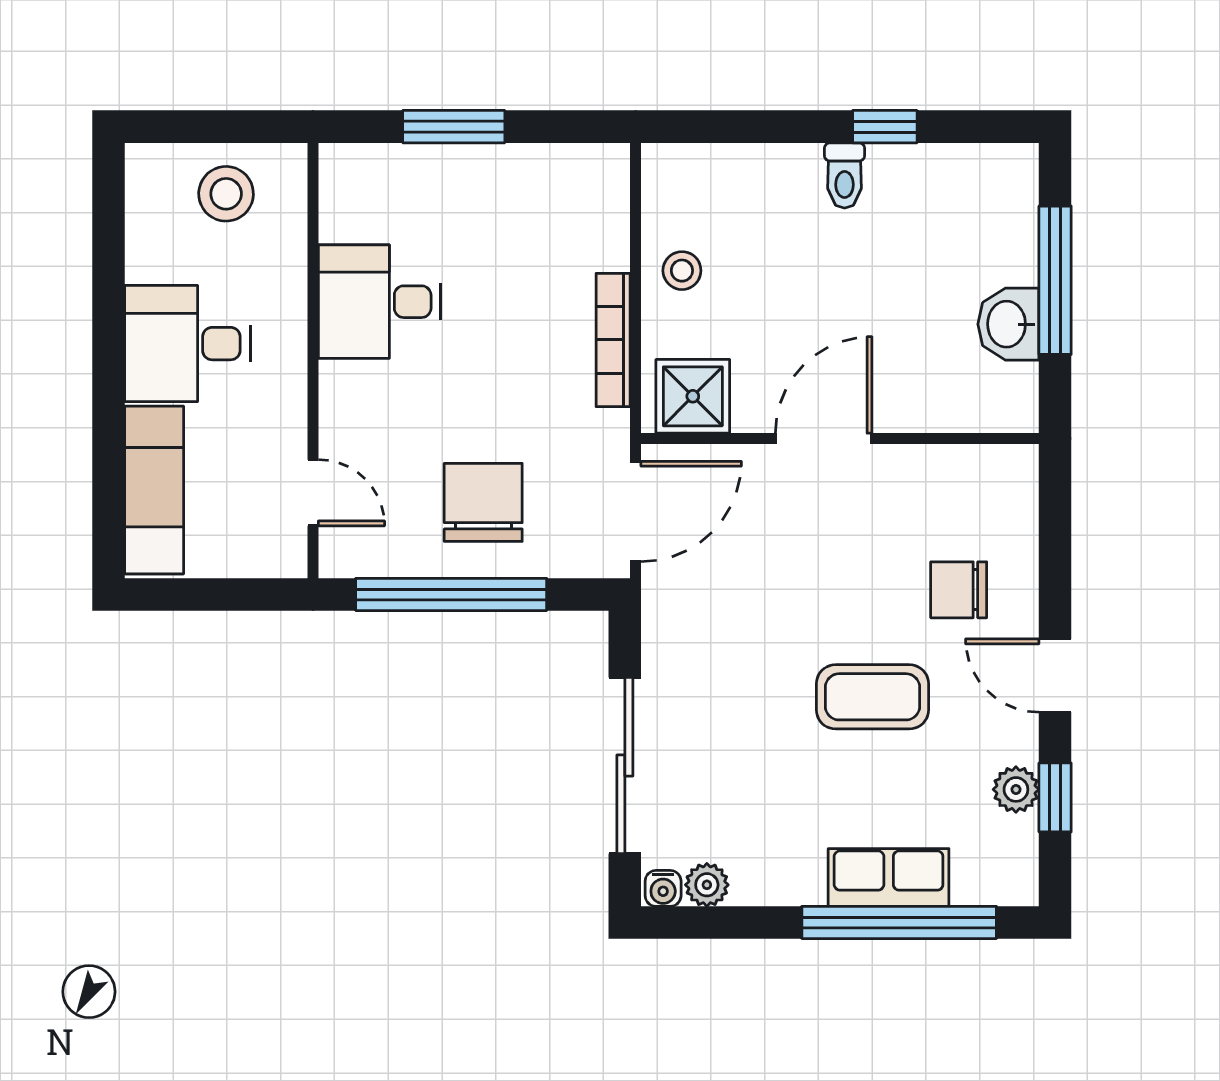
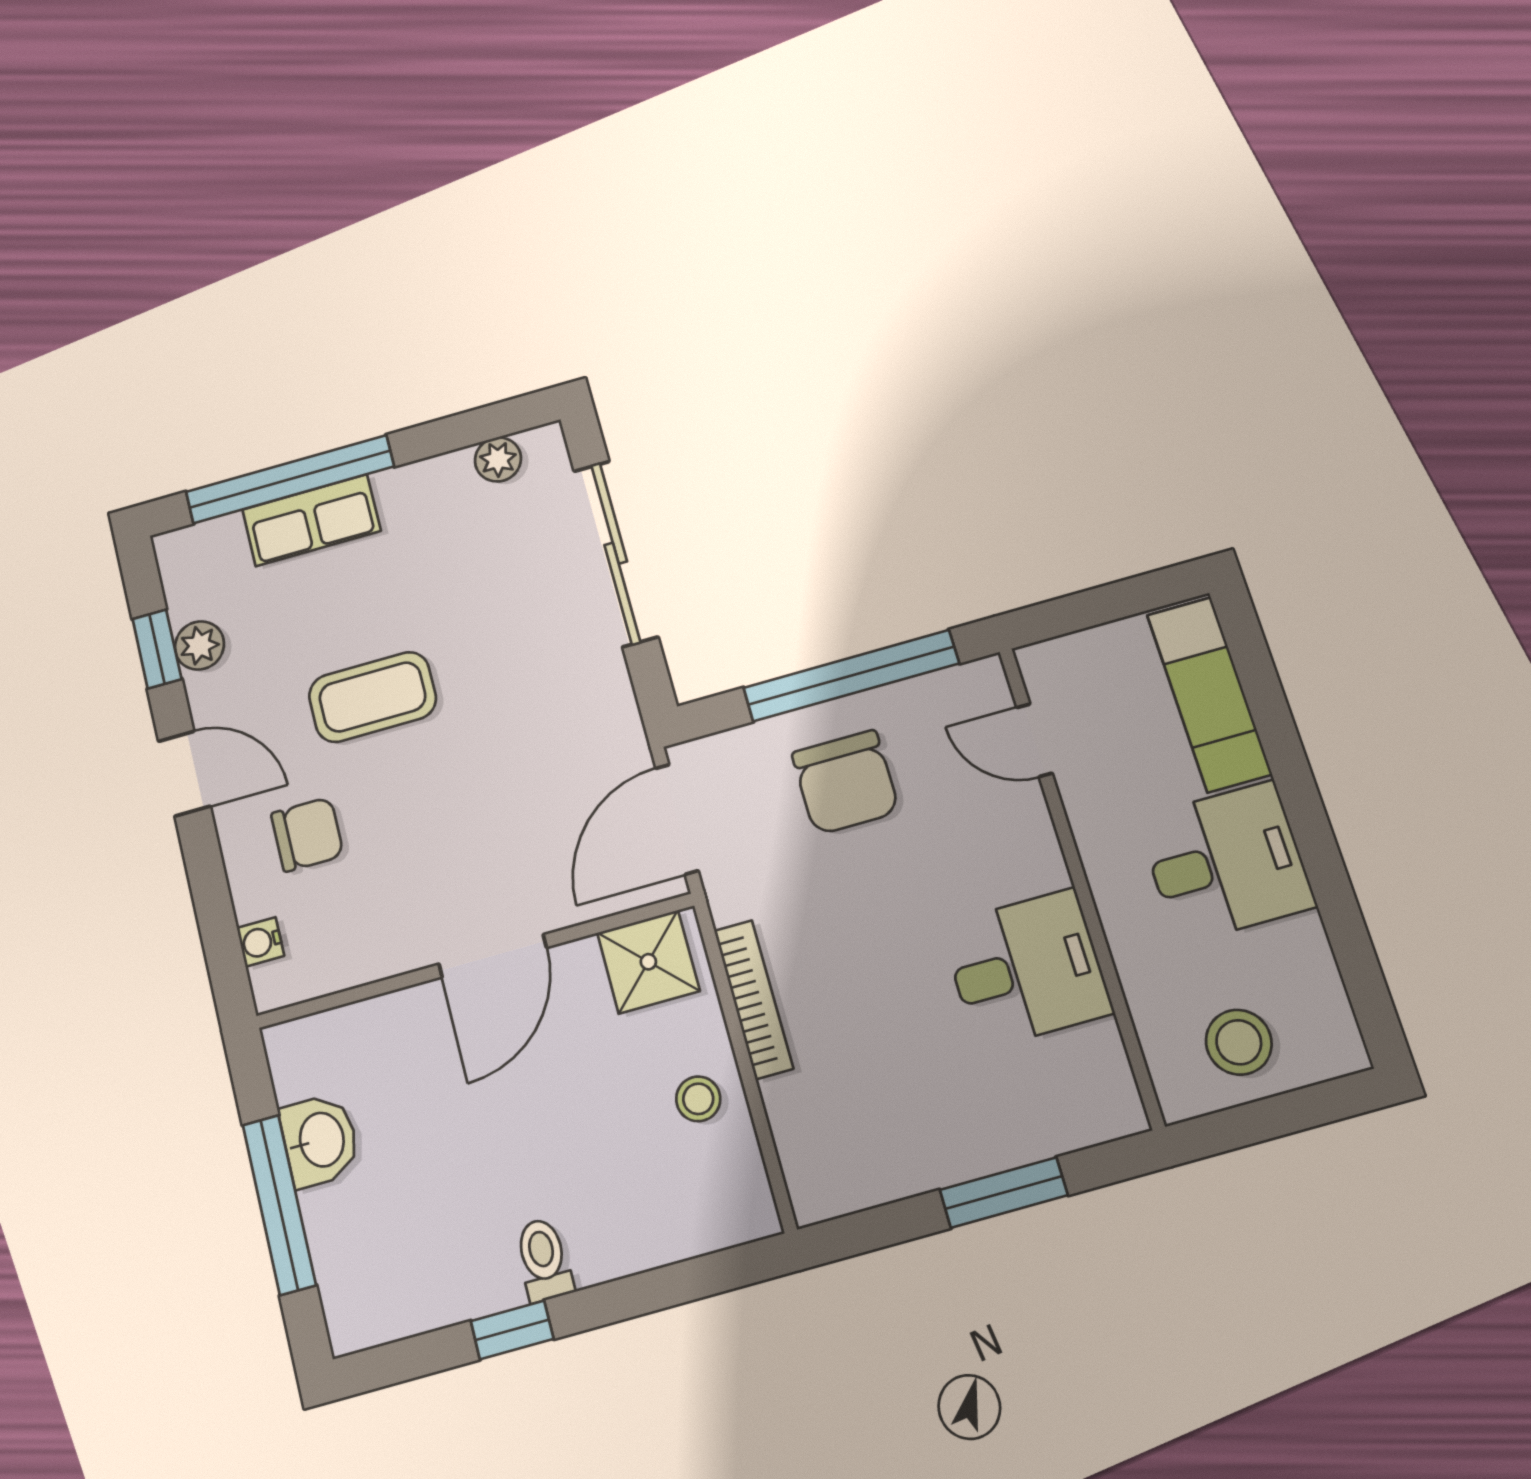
water cooler: (663, 888) -> (261, 942), moved, turned -90

